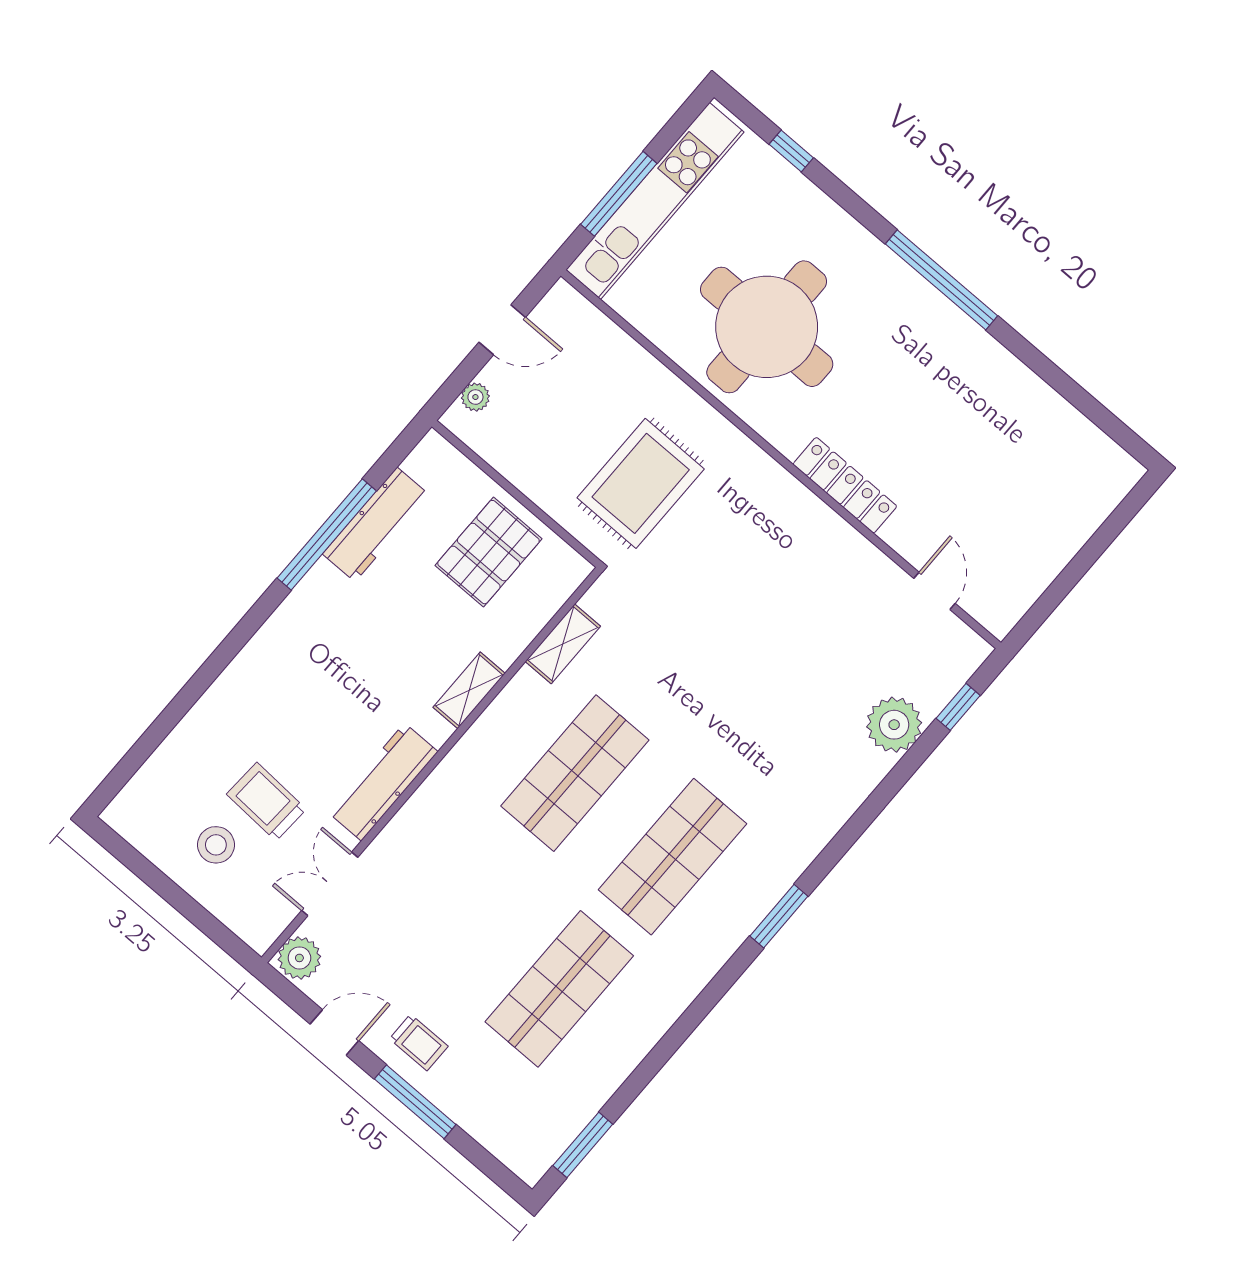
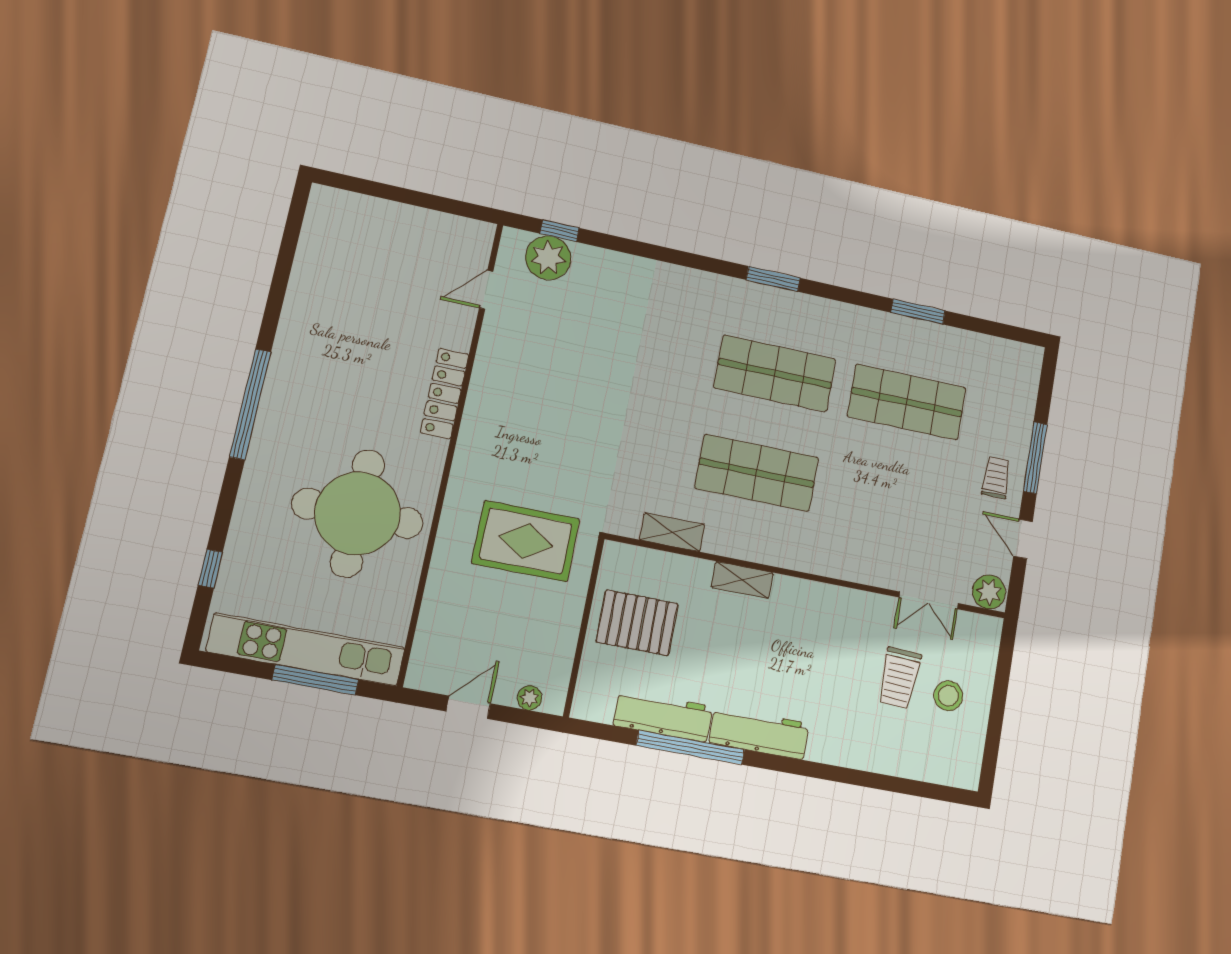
door: (502, 330) -> (468, 707), hinge flipped
plant: (894, 725) -> (548, 258), moved
workbench: (383, 782) -> (759, 733), moved, turned 180
window: (583, 1145) -> (918, 312), moved

